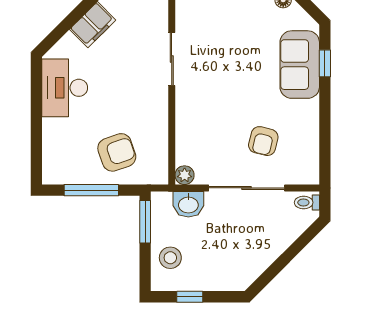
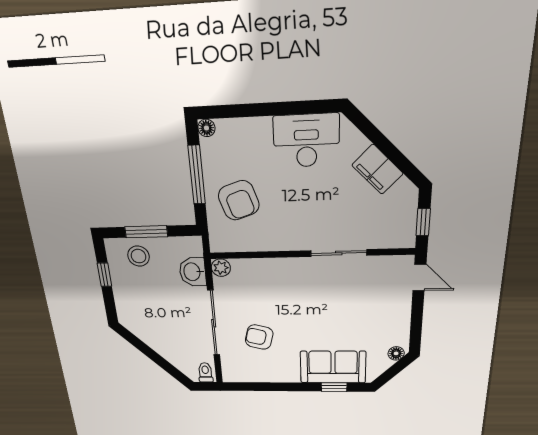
floor lamp: (50, 177) -> (206, 128), added
window: (145, 222) -> (146, 232), moved

